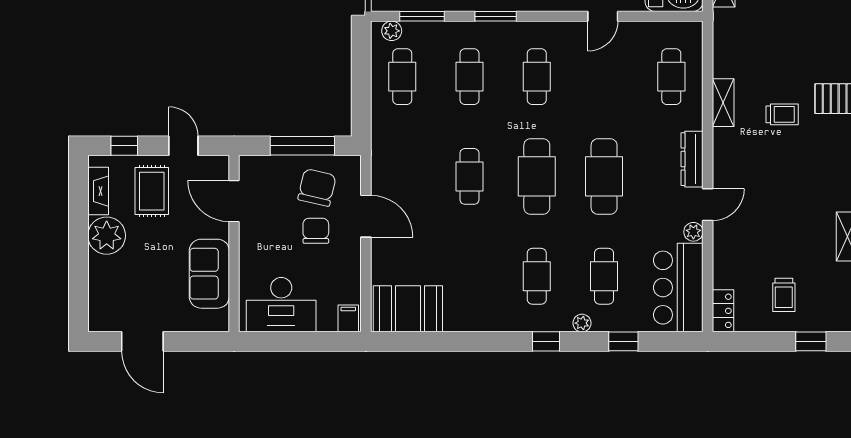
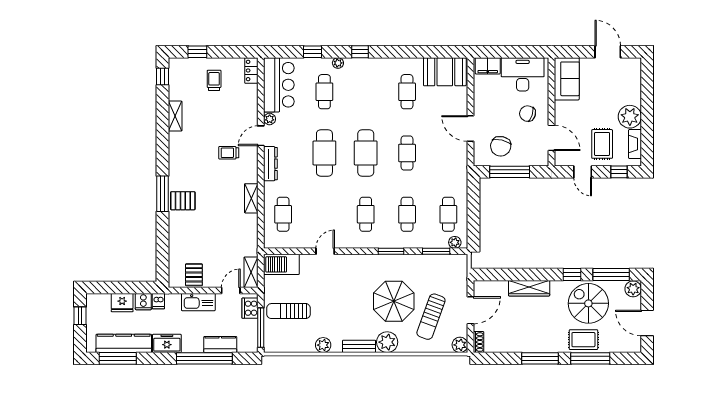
trolley: (782, 114) -> (229, 153), moved
chair: (316, 231) -> (528, 114), moved, turned 107
sofa: (209, 274) -> (567, 79), moved
cafe table: (537, 276) -> (407, 92), moved
filing cabinet: (348, 318) -> (488, 66), width x2.00

